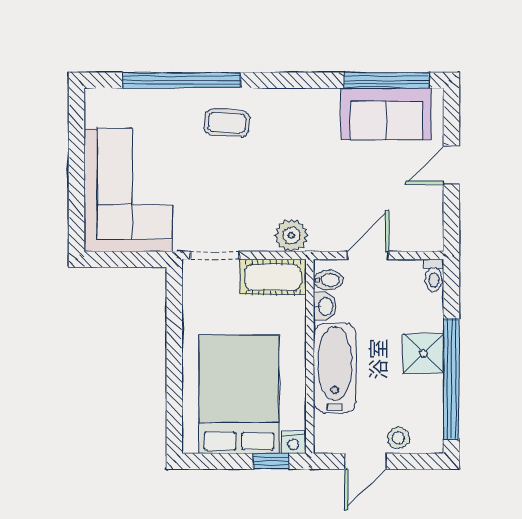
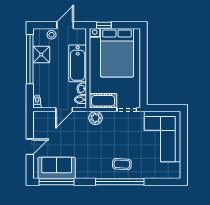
window: (182, 80) -> (120, 182), moved
shower: (423, 353) -> (41, 55), moved

